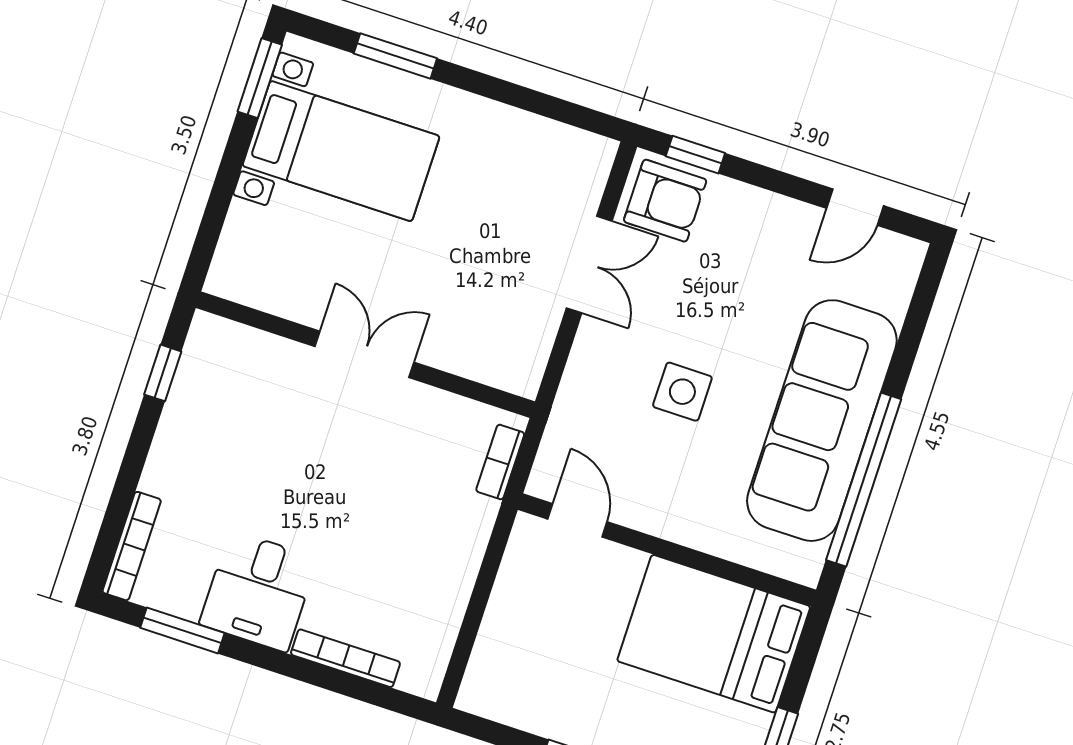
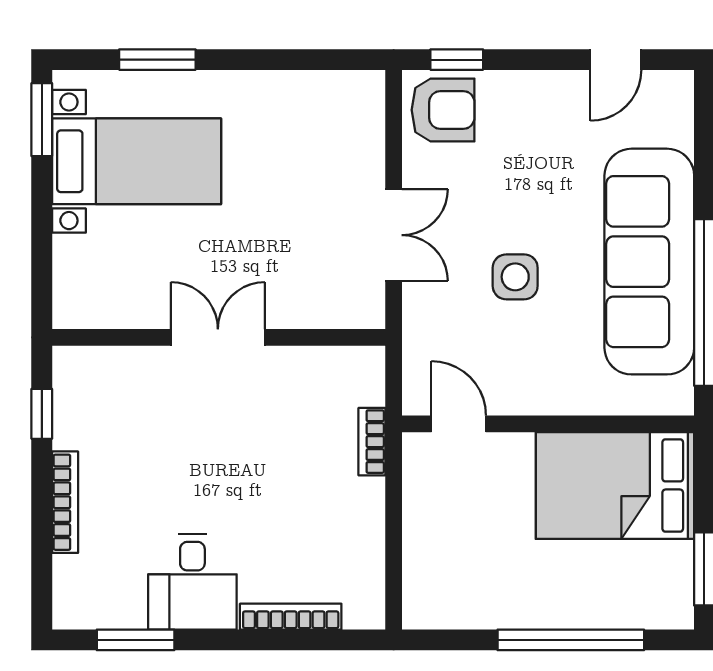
double door: (589, 264) -> (394, 235), moved
bookcase: (500, 462) -> (372, 442), moved
bookcase: (132, 546) -> (65, 502), moved

